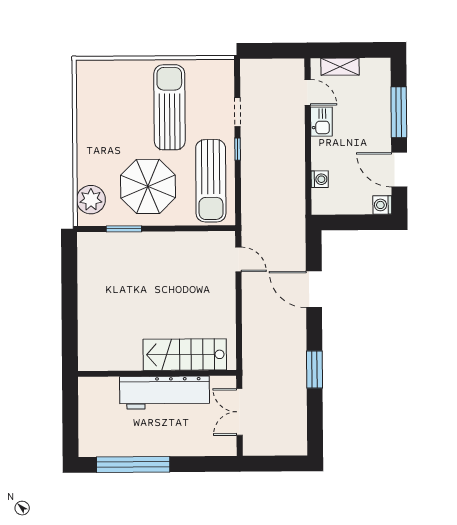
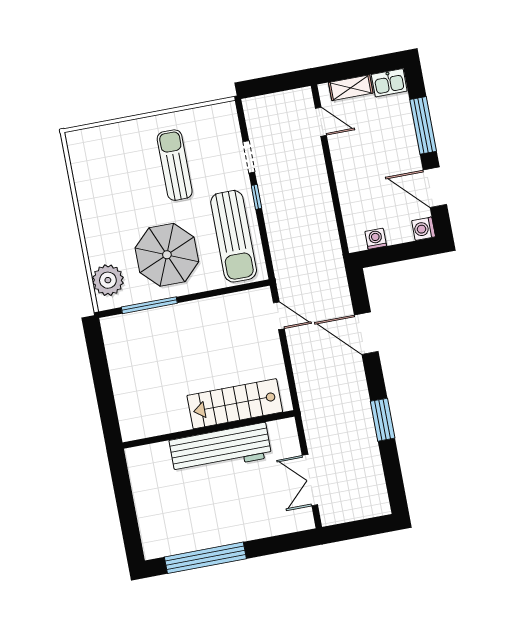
sun lounger: (169, 107) -> (175, 165), width x0.73, depth x0.75
kitchen sink: (321, 122) -> (389, 83), moved, turned 90
washing machine: (320, 179) -> (376, 239), moved, turned -90
window: (124, 229) -> (149, 305), width x1.44
stairs: (185, 355) -> (235, 404), moved
wall: (157, 373) -> (209, 429), moved
workbench: (164, 393) -> (220, 449), moved

